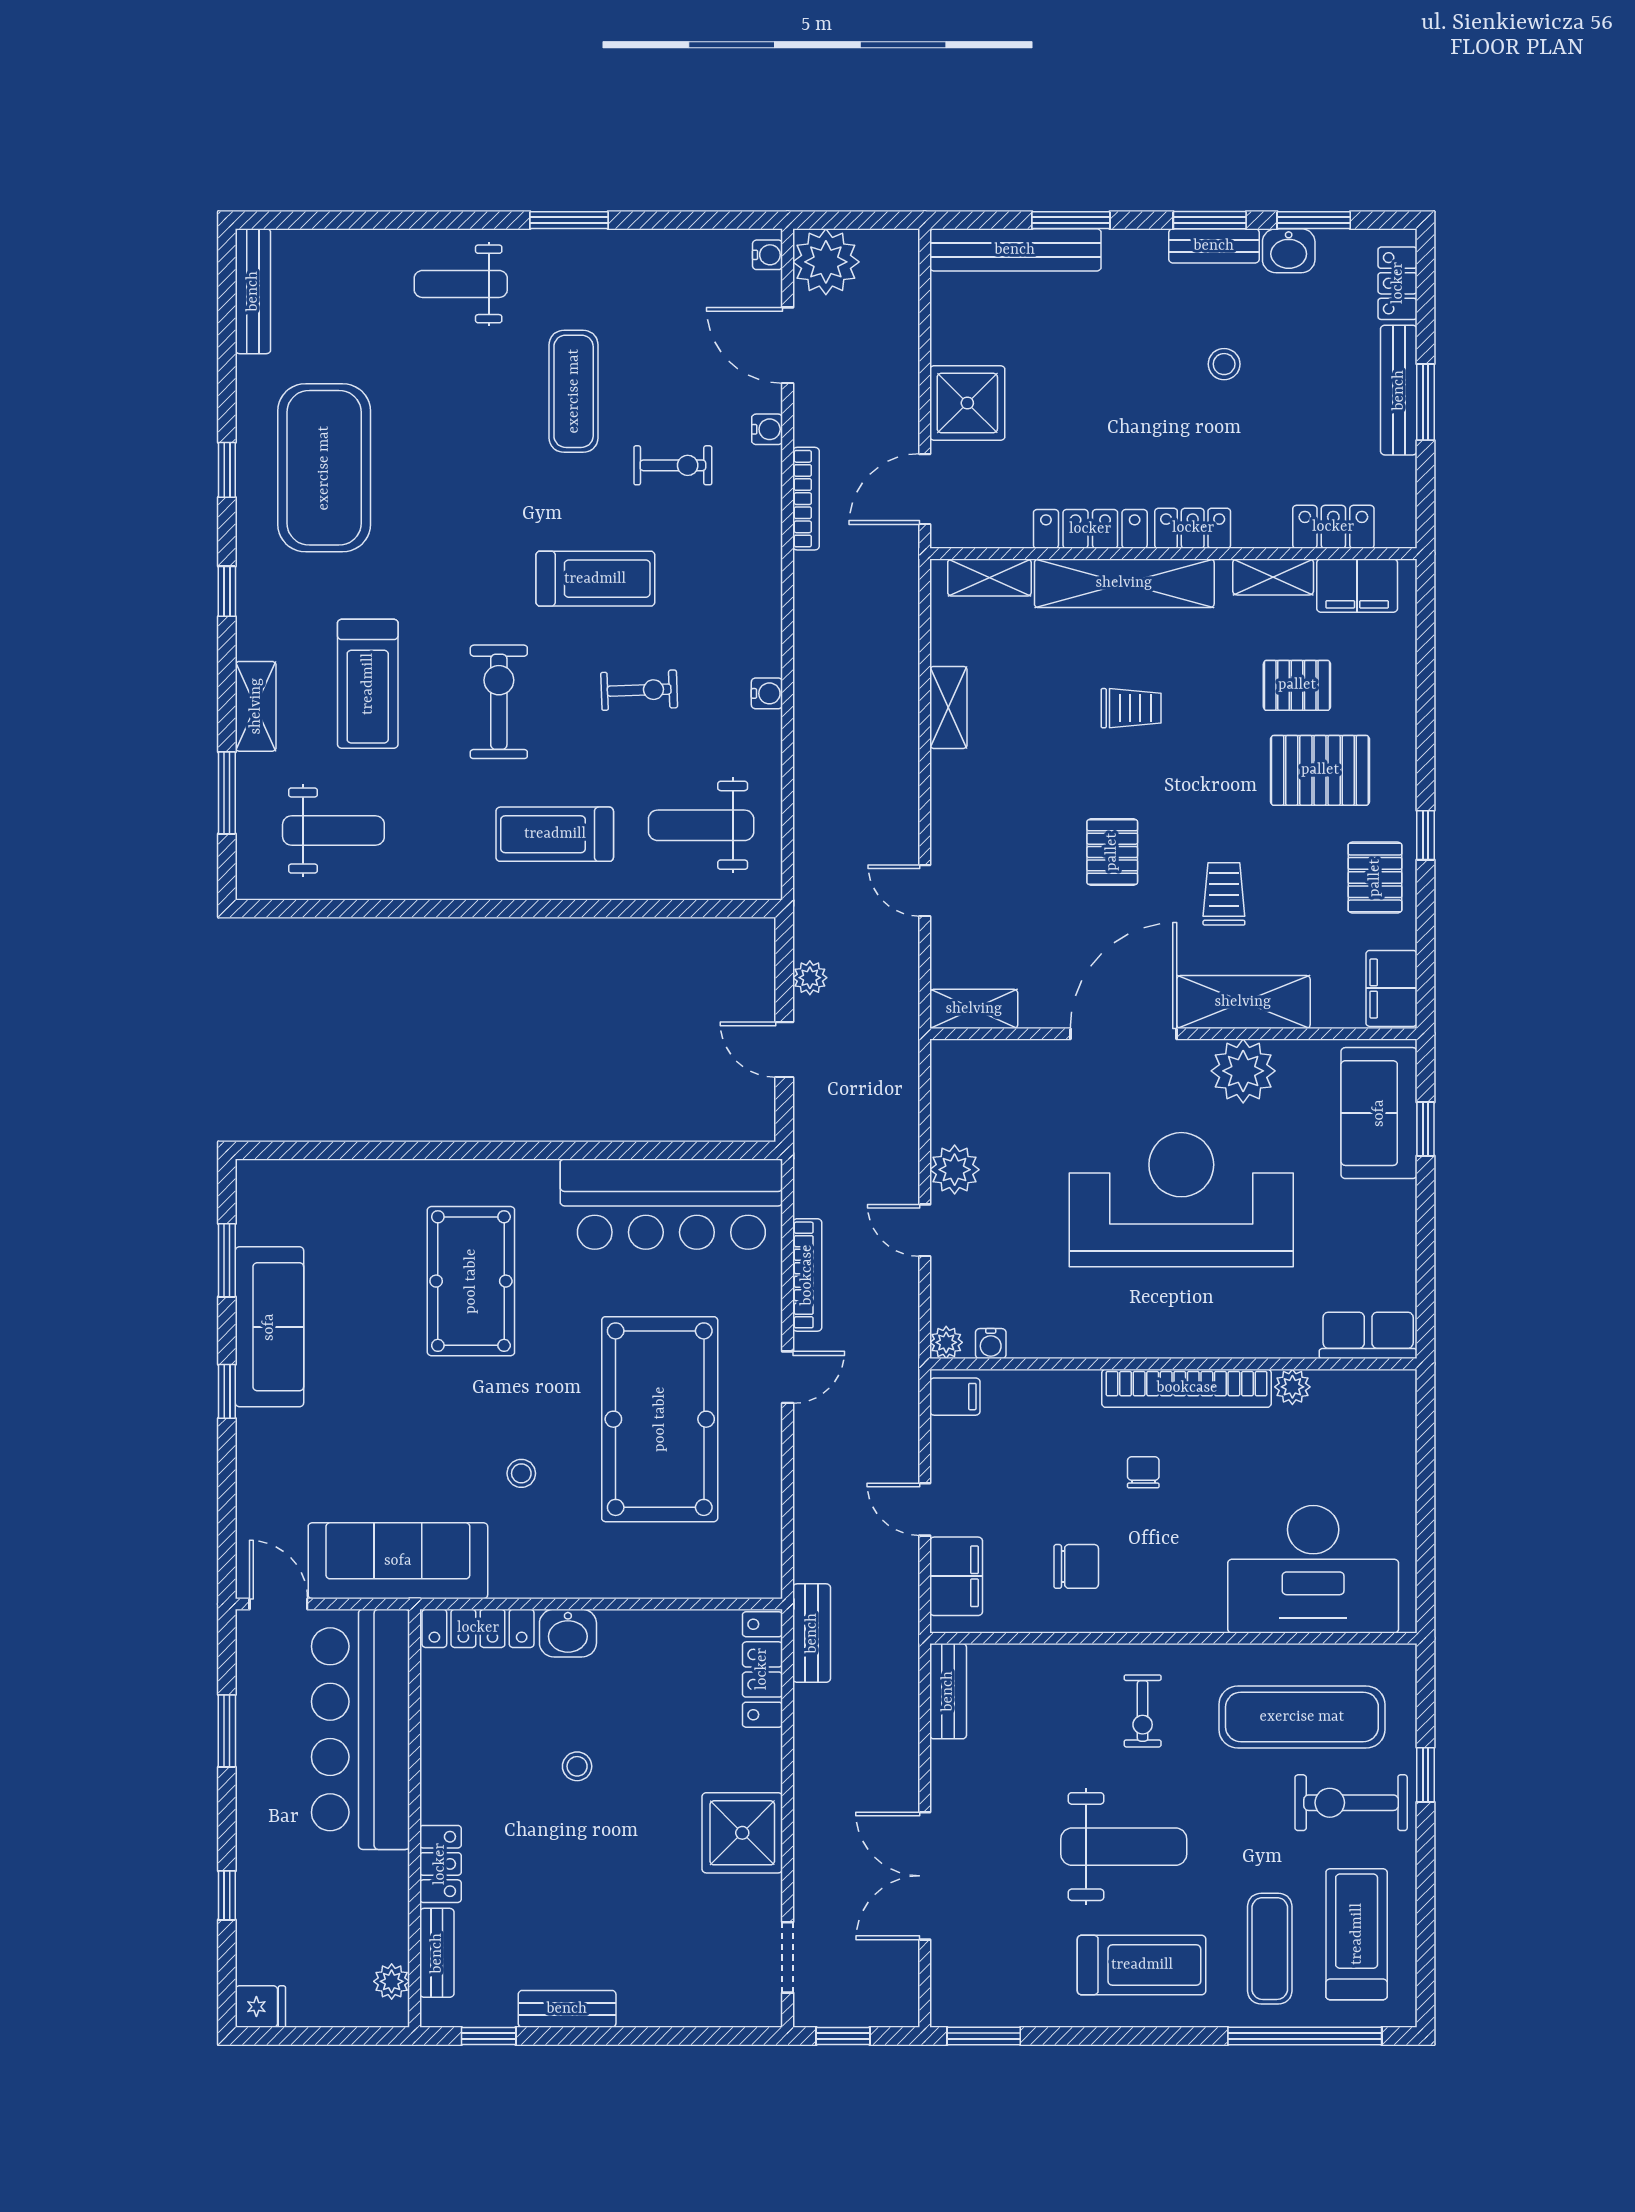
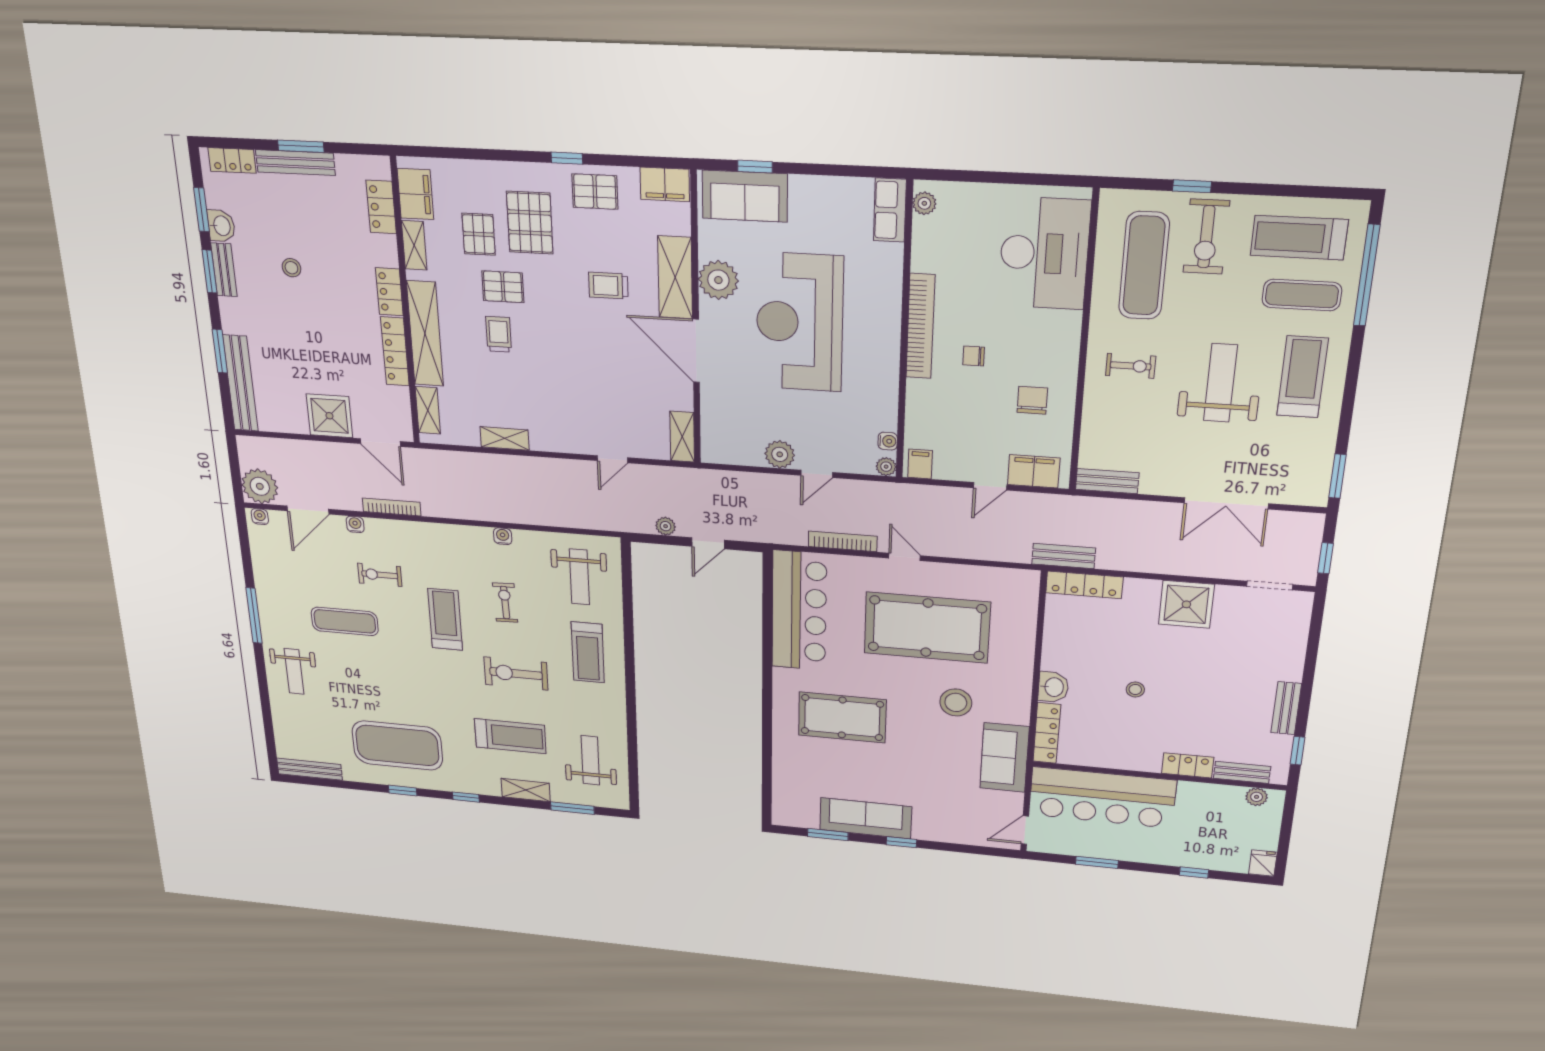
window: (569, 220) -> (254, 616), width x1.44
exercise bike: (673, 465) -> (380, 575), turned -90
pallet: (1112, 852) -> (503, 287), moved
plant: (1292, 1387) -> (924, 203), moved
stool: (521, 1473) -> (956, 702), width x1.89, depth x1.89
sofa: (398, 1561) -> (1004, 758), width x0.73

